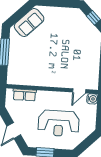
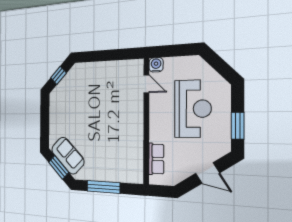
window: (20, 14) -> (59, 167), added

